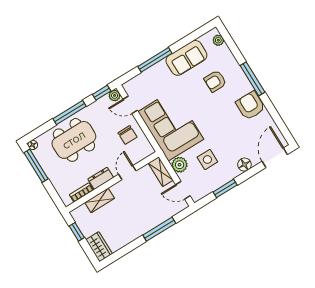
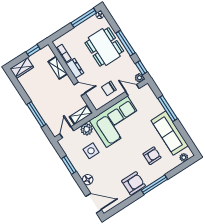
sofa: (186, 58) -> (170, 133), width x1.36
armchair: (215, 81) -> (152, 156), turned 90
door: (130, 105) -> (132, 90), hinge flipped

